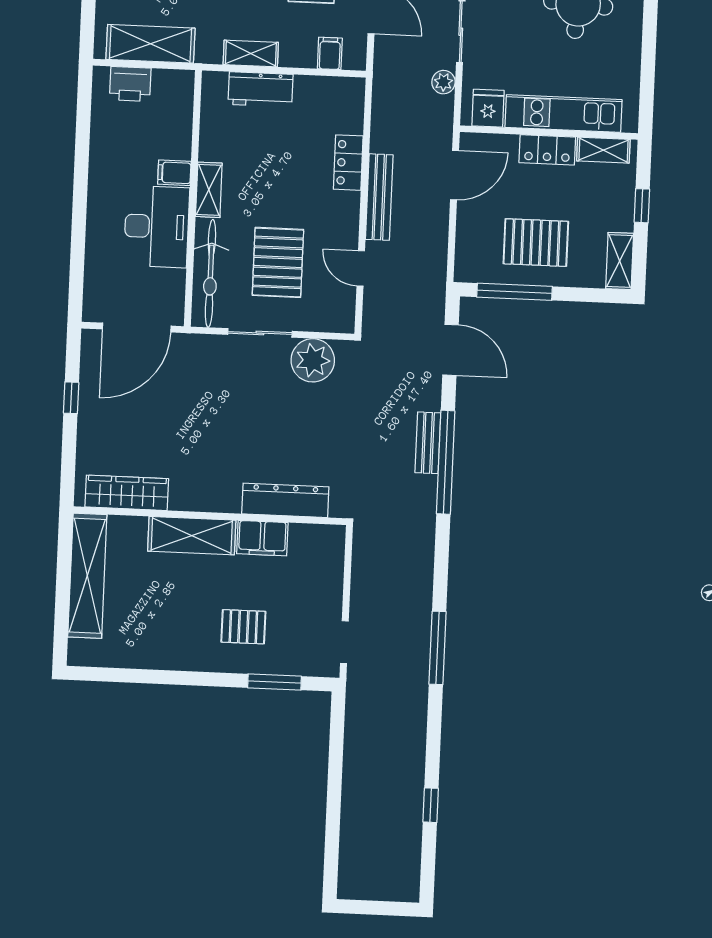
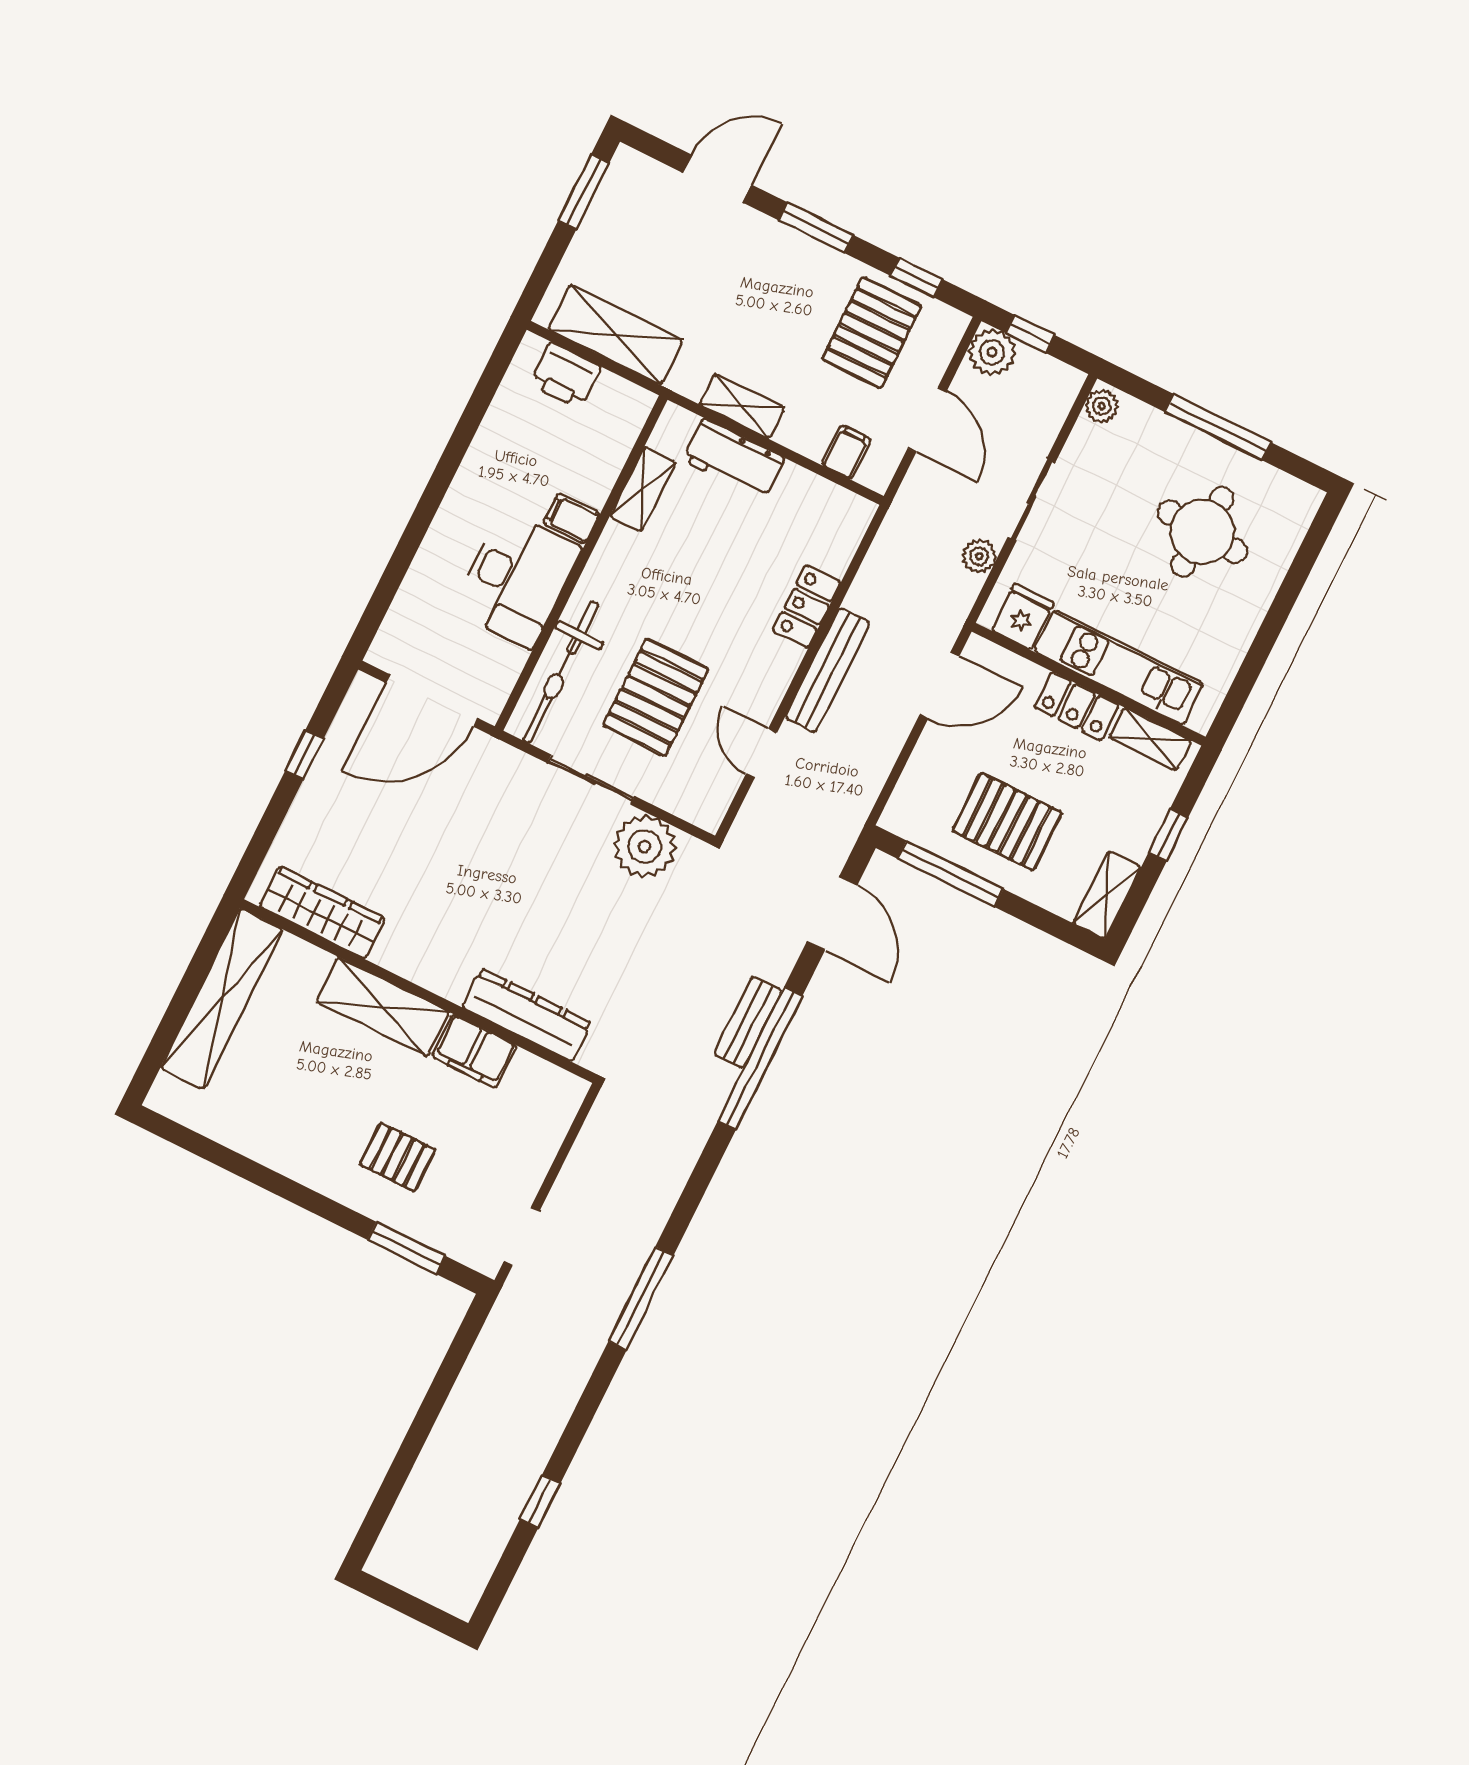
shelving: (209, 190) -> (643, 489), moved

